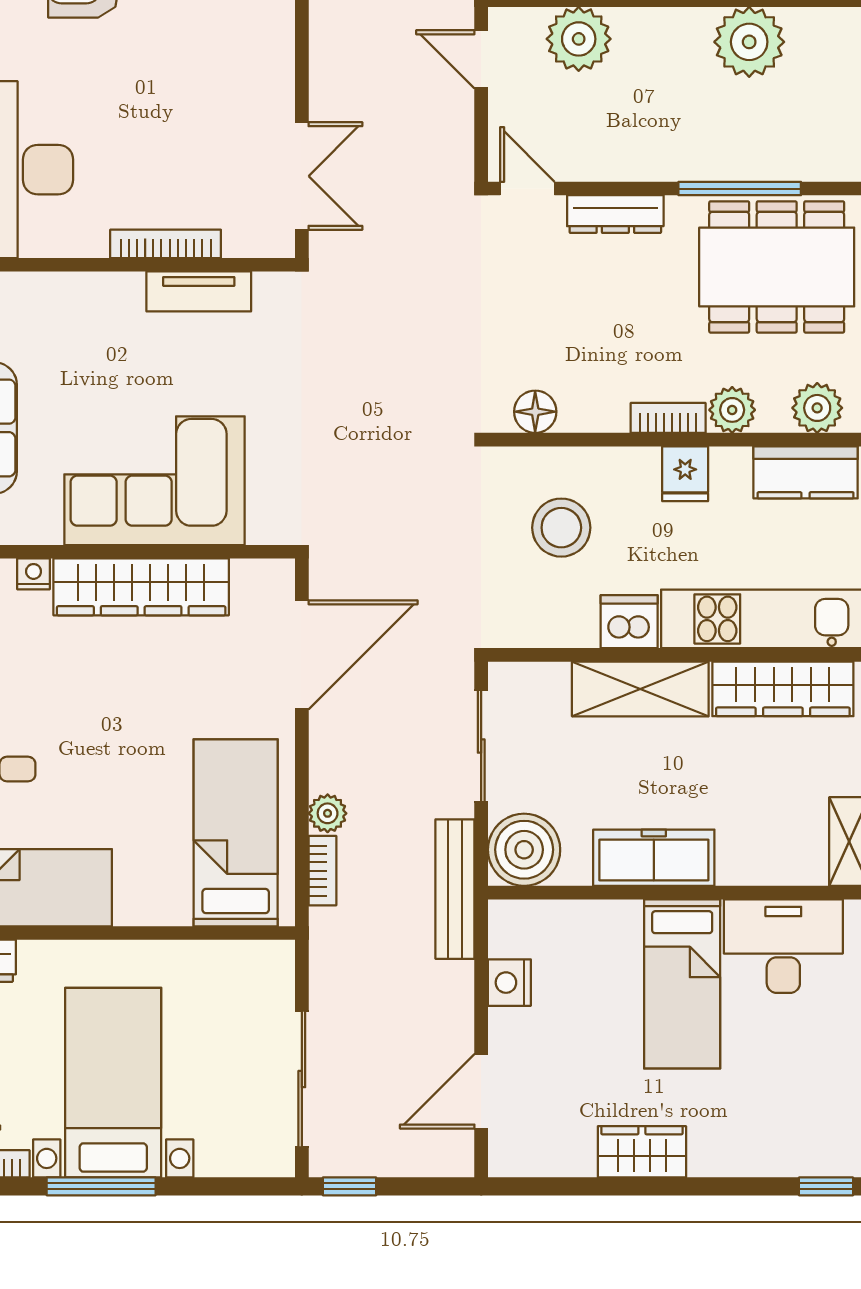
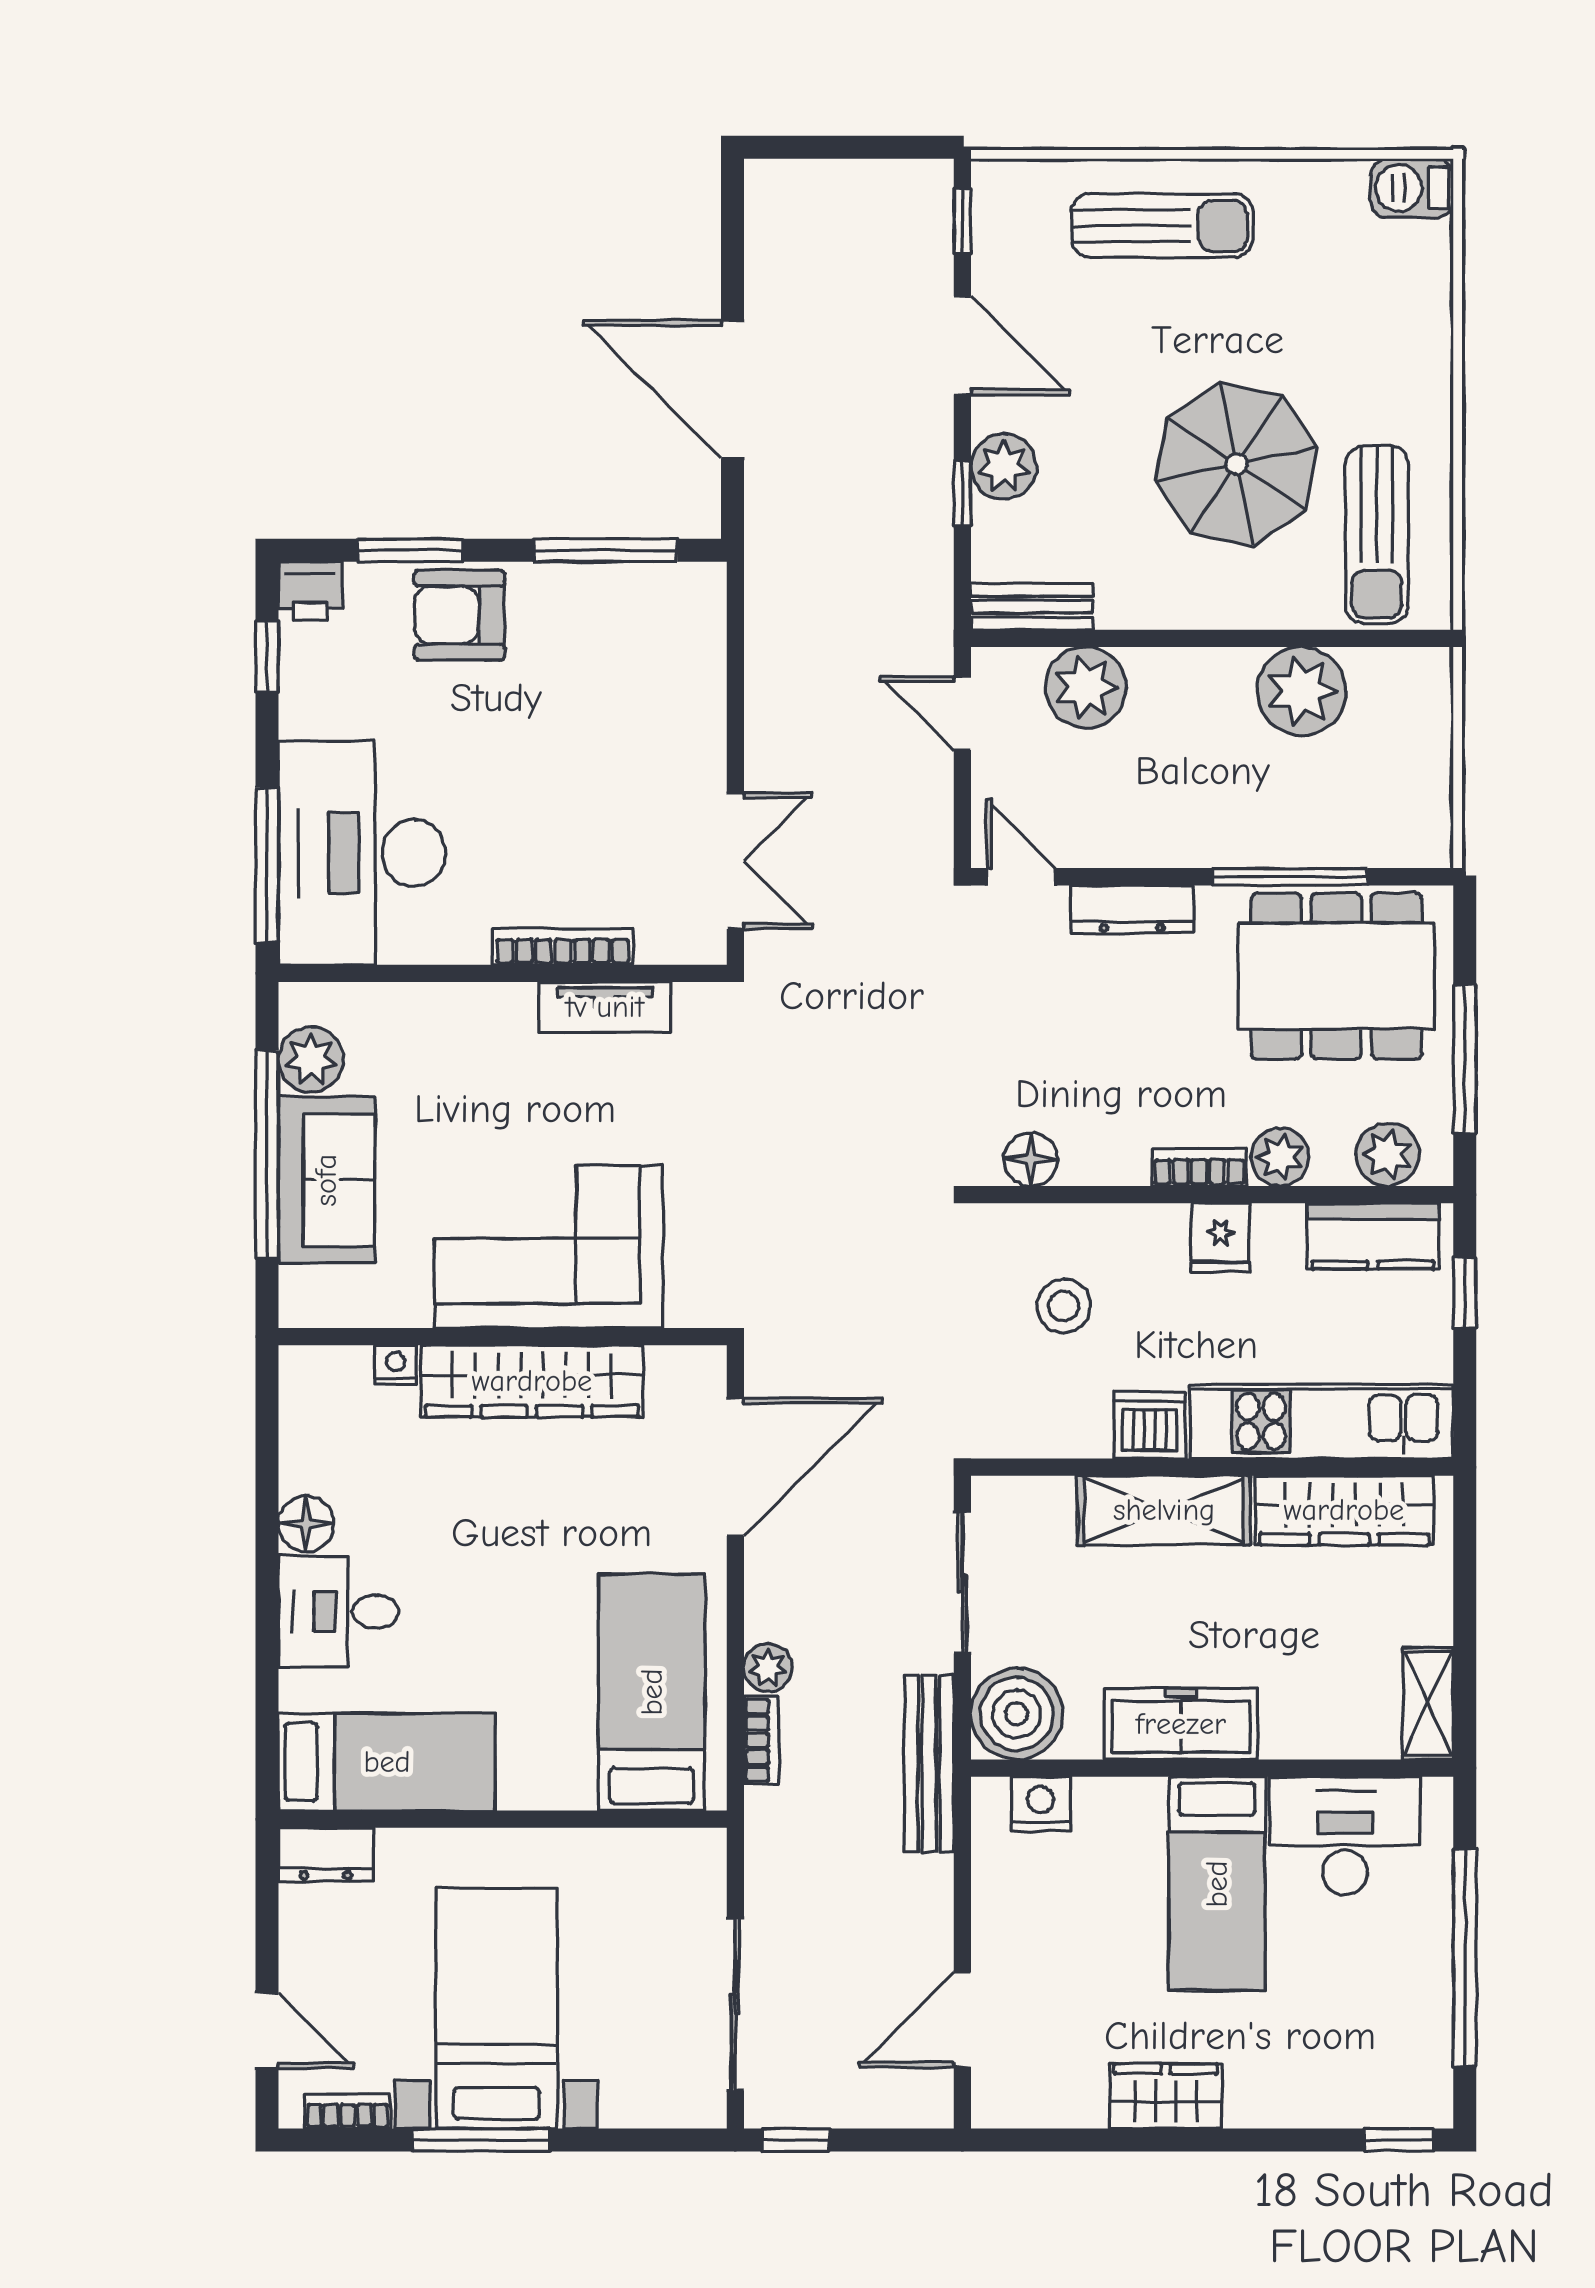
stool: (561, 528) -> (1064, 1306), width x0.73, depth x0.73
nightstand: (509, 983) -> (1041, 1804), moved, turned 90

